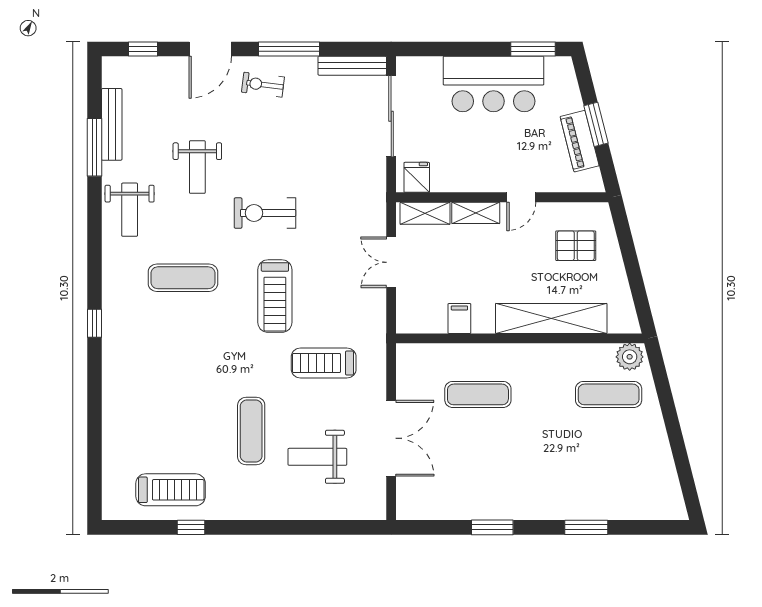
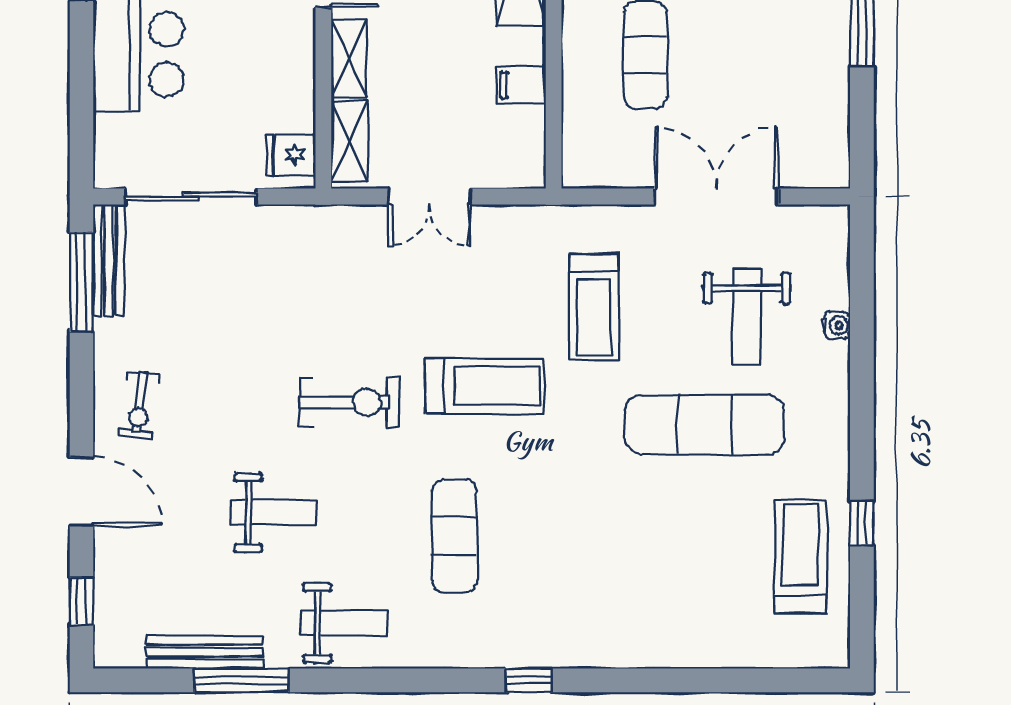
window: (289, 49) -> (81, 282), moved
exercise bike: (265, 213) -> (349, 402), turned -90
exercise mat: (251, 431) -> (705, 425), width x1.36, depth x1.45
water cooler: (312, 512) -> (837, 325), added

